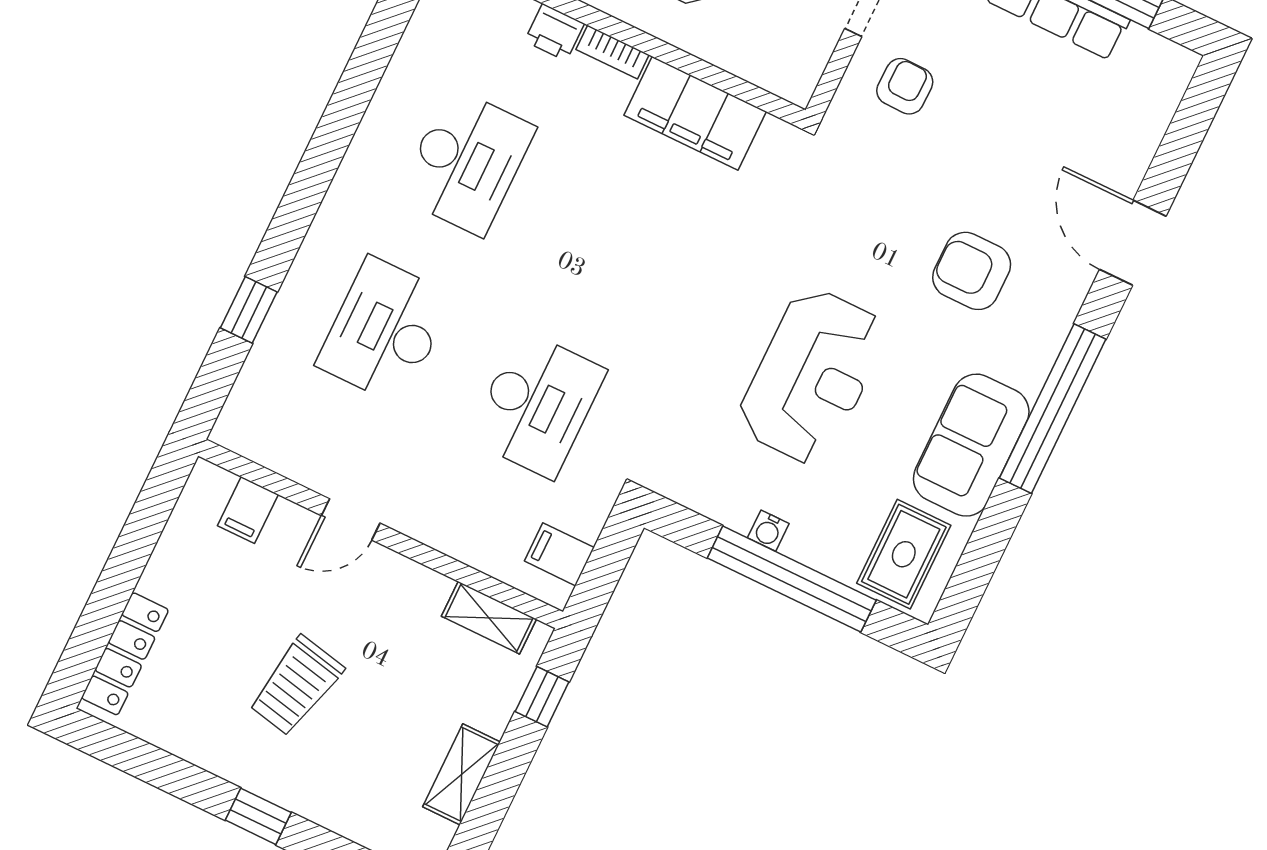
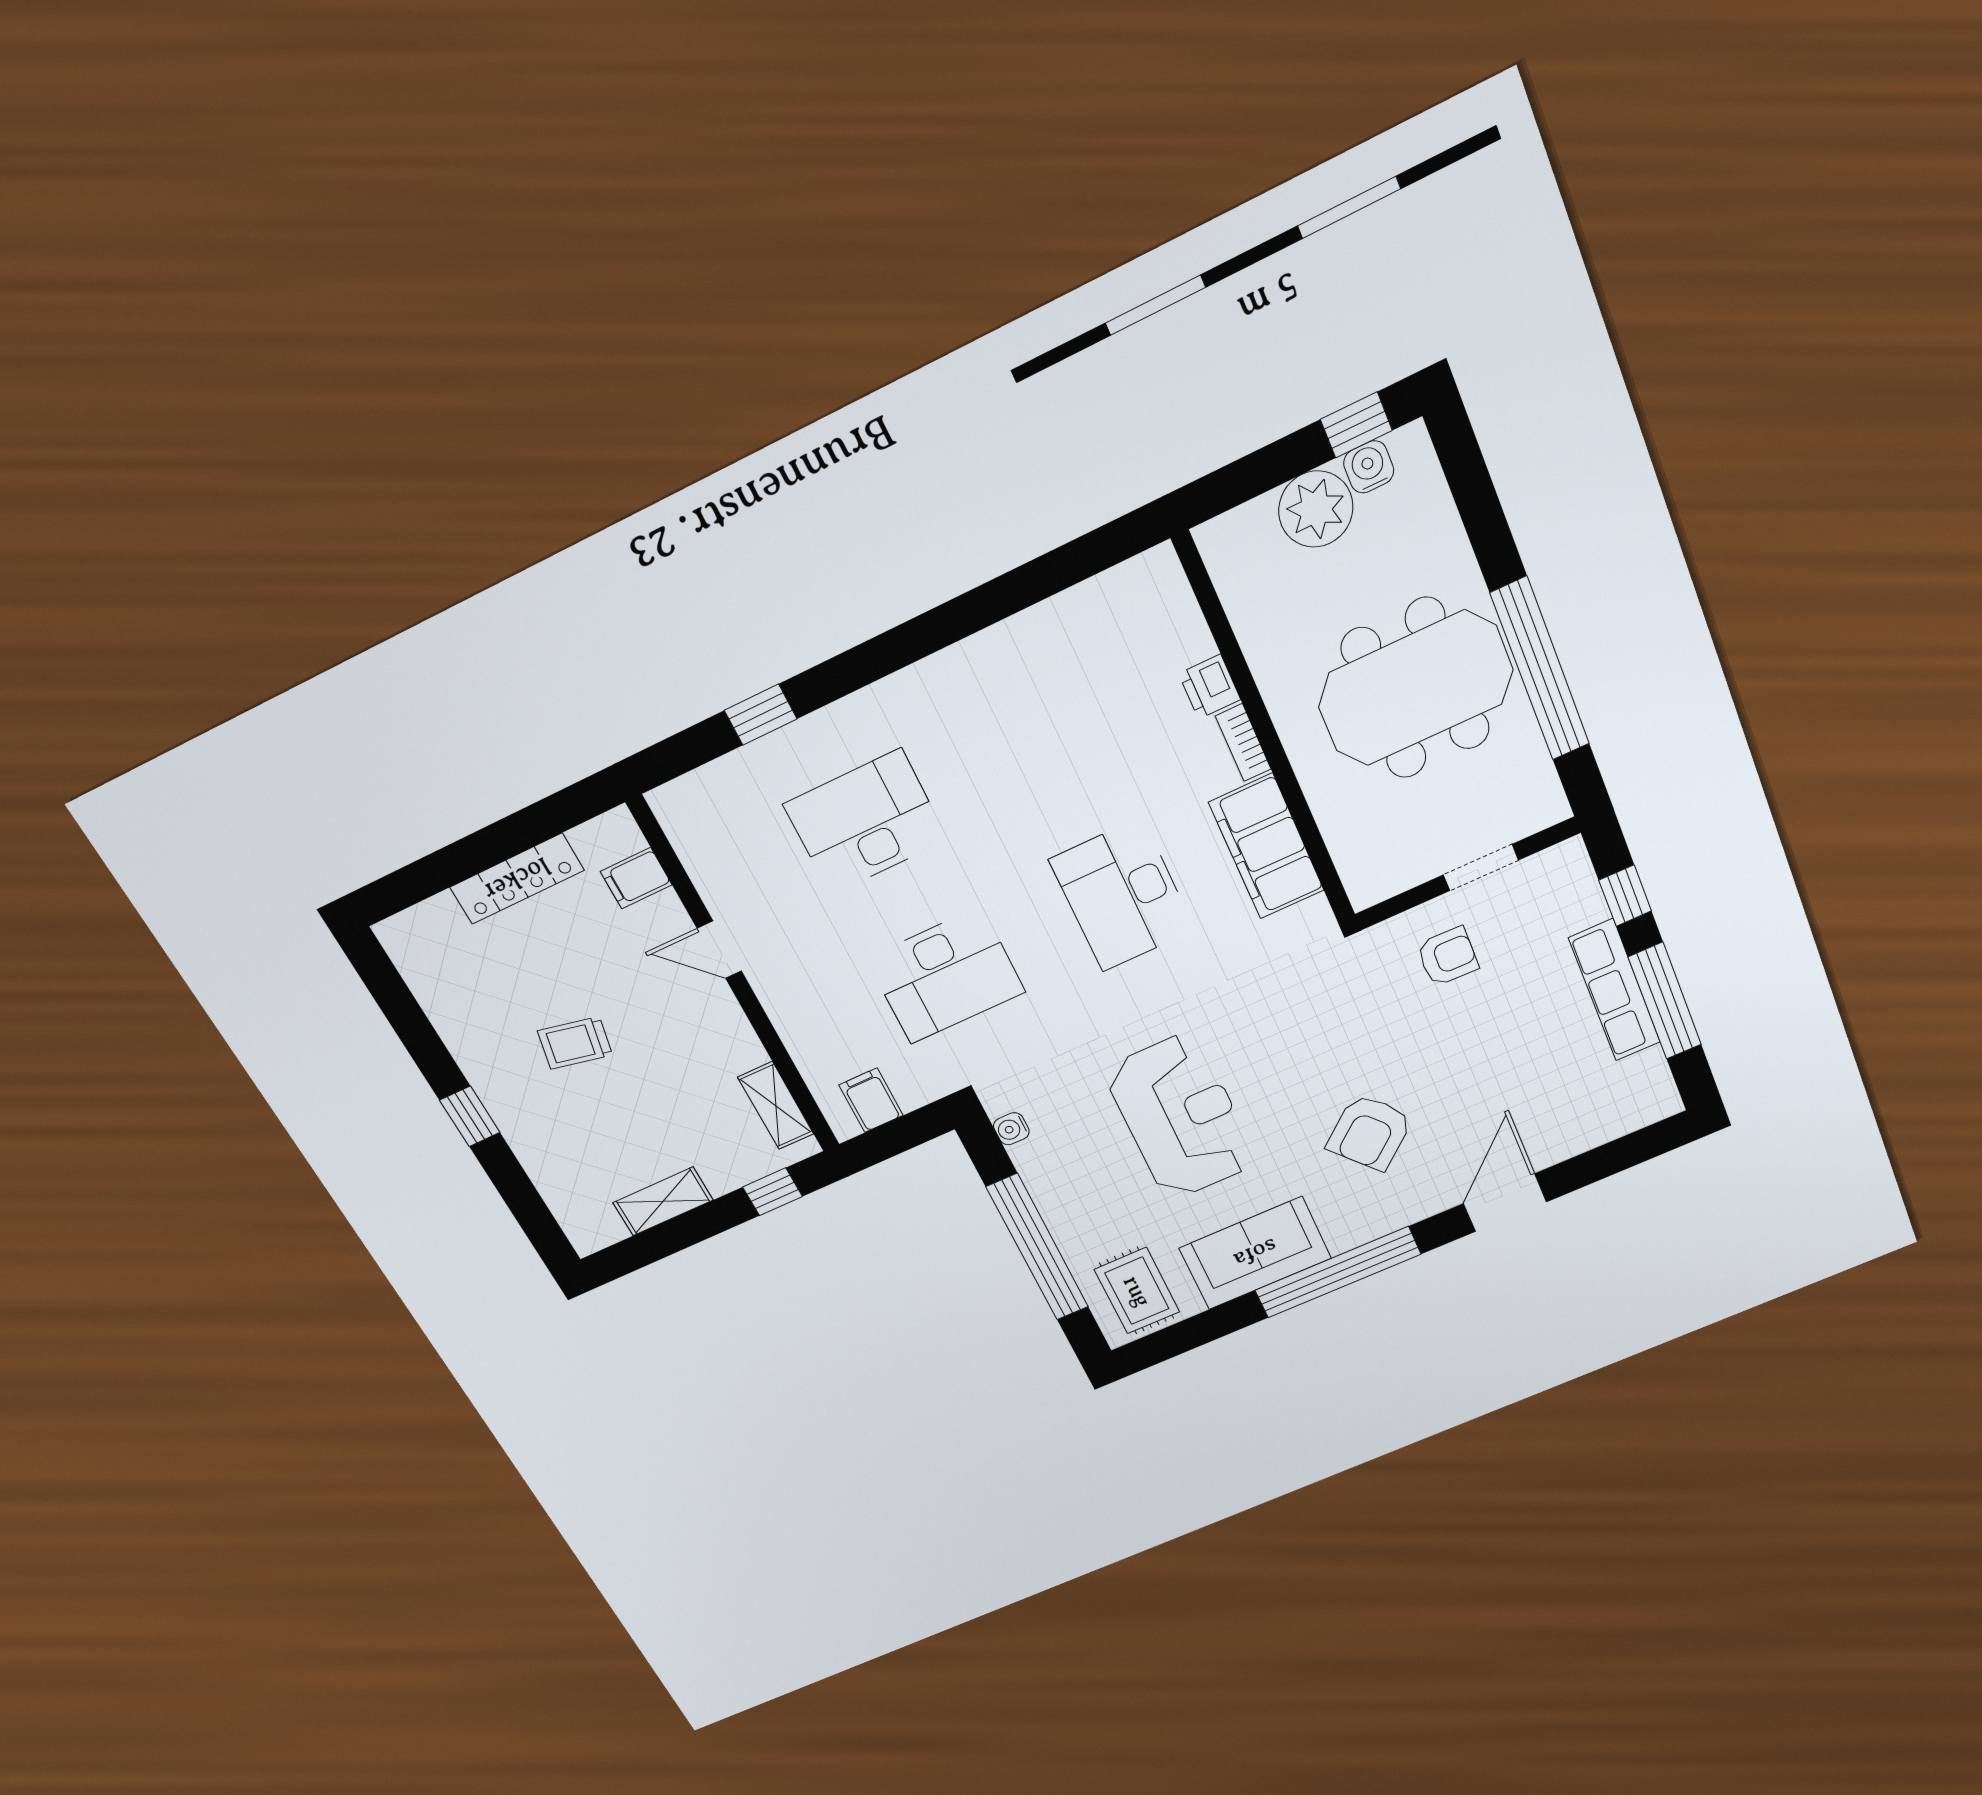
desk: (467, 162) -> (1122, 895), moved, turned 90
armchair: (972, 271) -> (1370, 1132), turned -131
reception desk: (812, 376) -> (1181, 1117), turned -90
water cooler: (768, 531) -> (1011, 1129), moved
rug: (904, 554) -> (1137, 1291), turned 90
locker: (125, 654) -> (517, 879), moved
trolley: (296, 686) -> (575, 1043), width x0.73, depth x0.72

